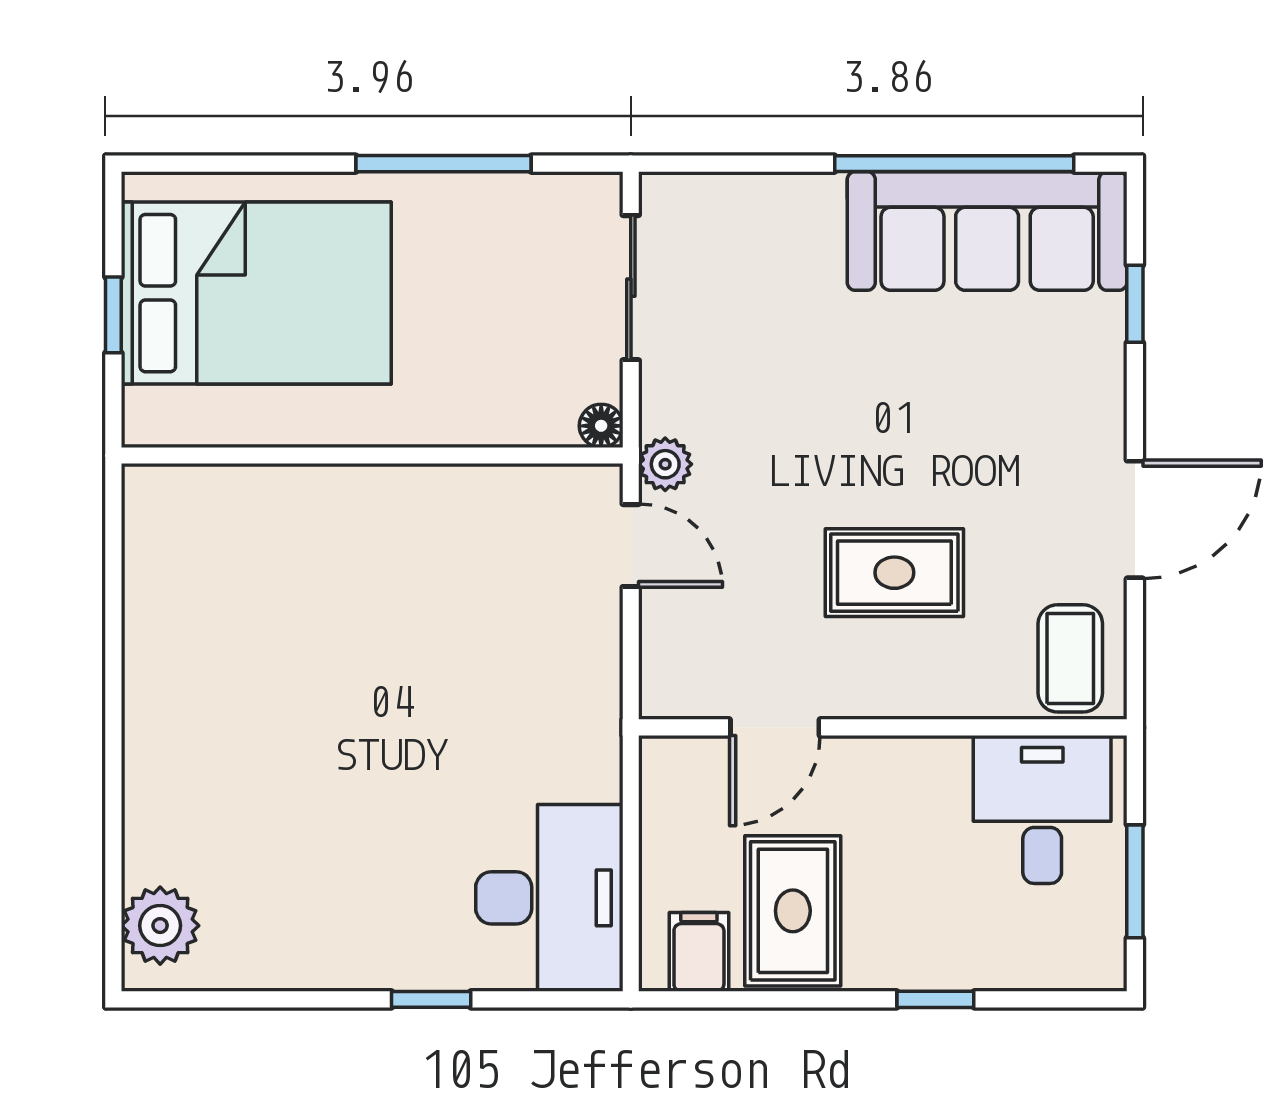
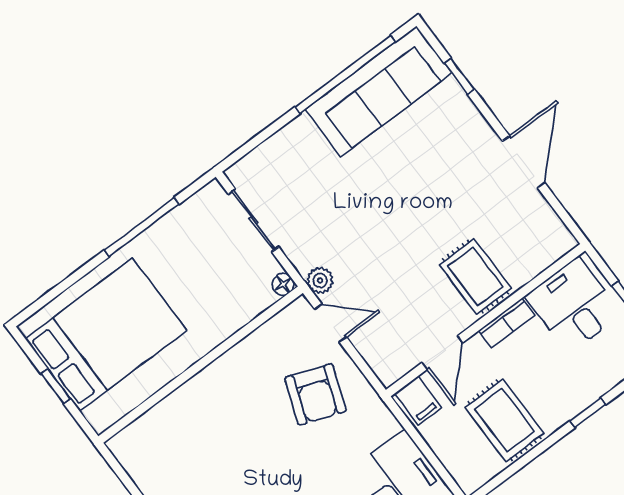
rug: (894, 573) -> (475, 277), moved, turned 90
armchair: (521, 642) -> (315, 394), added
coffee table: (1070, 658) -> (539, 237), removed
bookcase: (914, 757) -> (507, 323), added
filing cabinet: (699, 952) -> (418, 400), moved, turned 180

